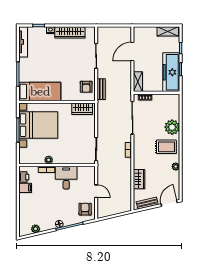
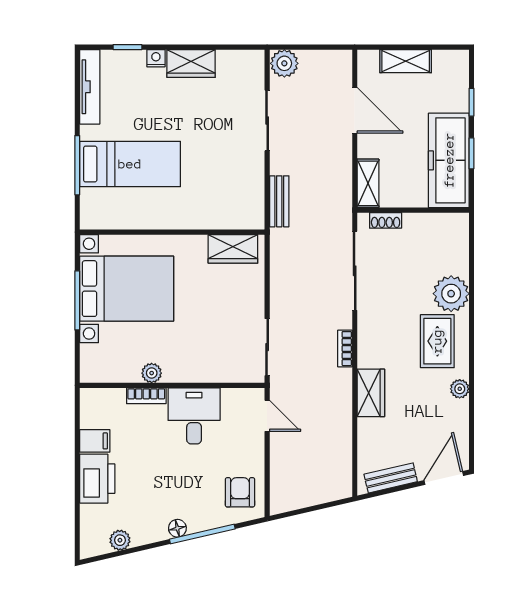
shelving: (168, 31) -> (406, 61), moved
wardrobe: (70, 32) -> (191, 63), width x0.67
plant: (103, 32) -> (284, 63), added
door: (132, 52) -> (355, 110), swing flipped
armchair: (86, 87) -> (243, 196), removed
bed: (40, 91) -> (130, 164), moved
rug: (166, 147) -> (437, 341), turned 90
printer: (24, 177) -> (97, 479), moved, width x1.87, depth x1.48
wardrobe: (139, 179) -> (371, 393), moved
door: (96, 191) -> (267, 416), moved

